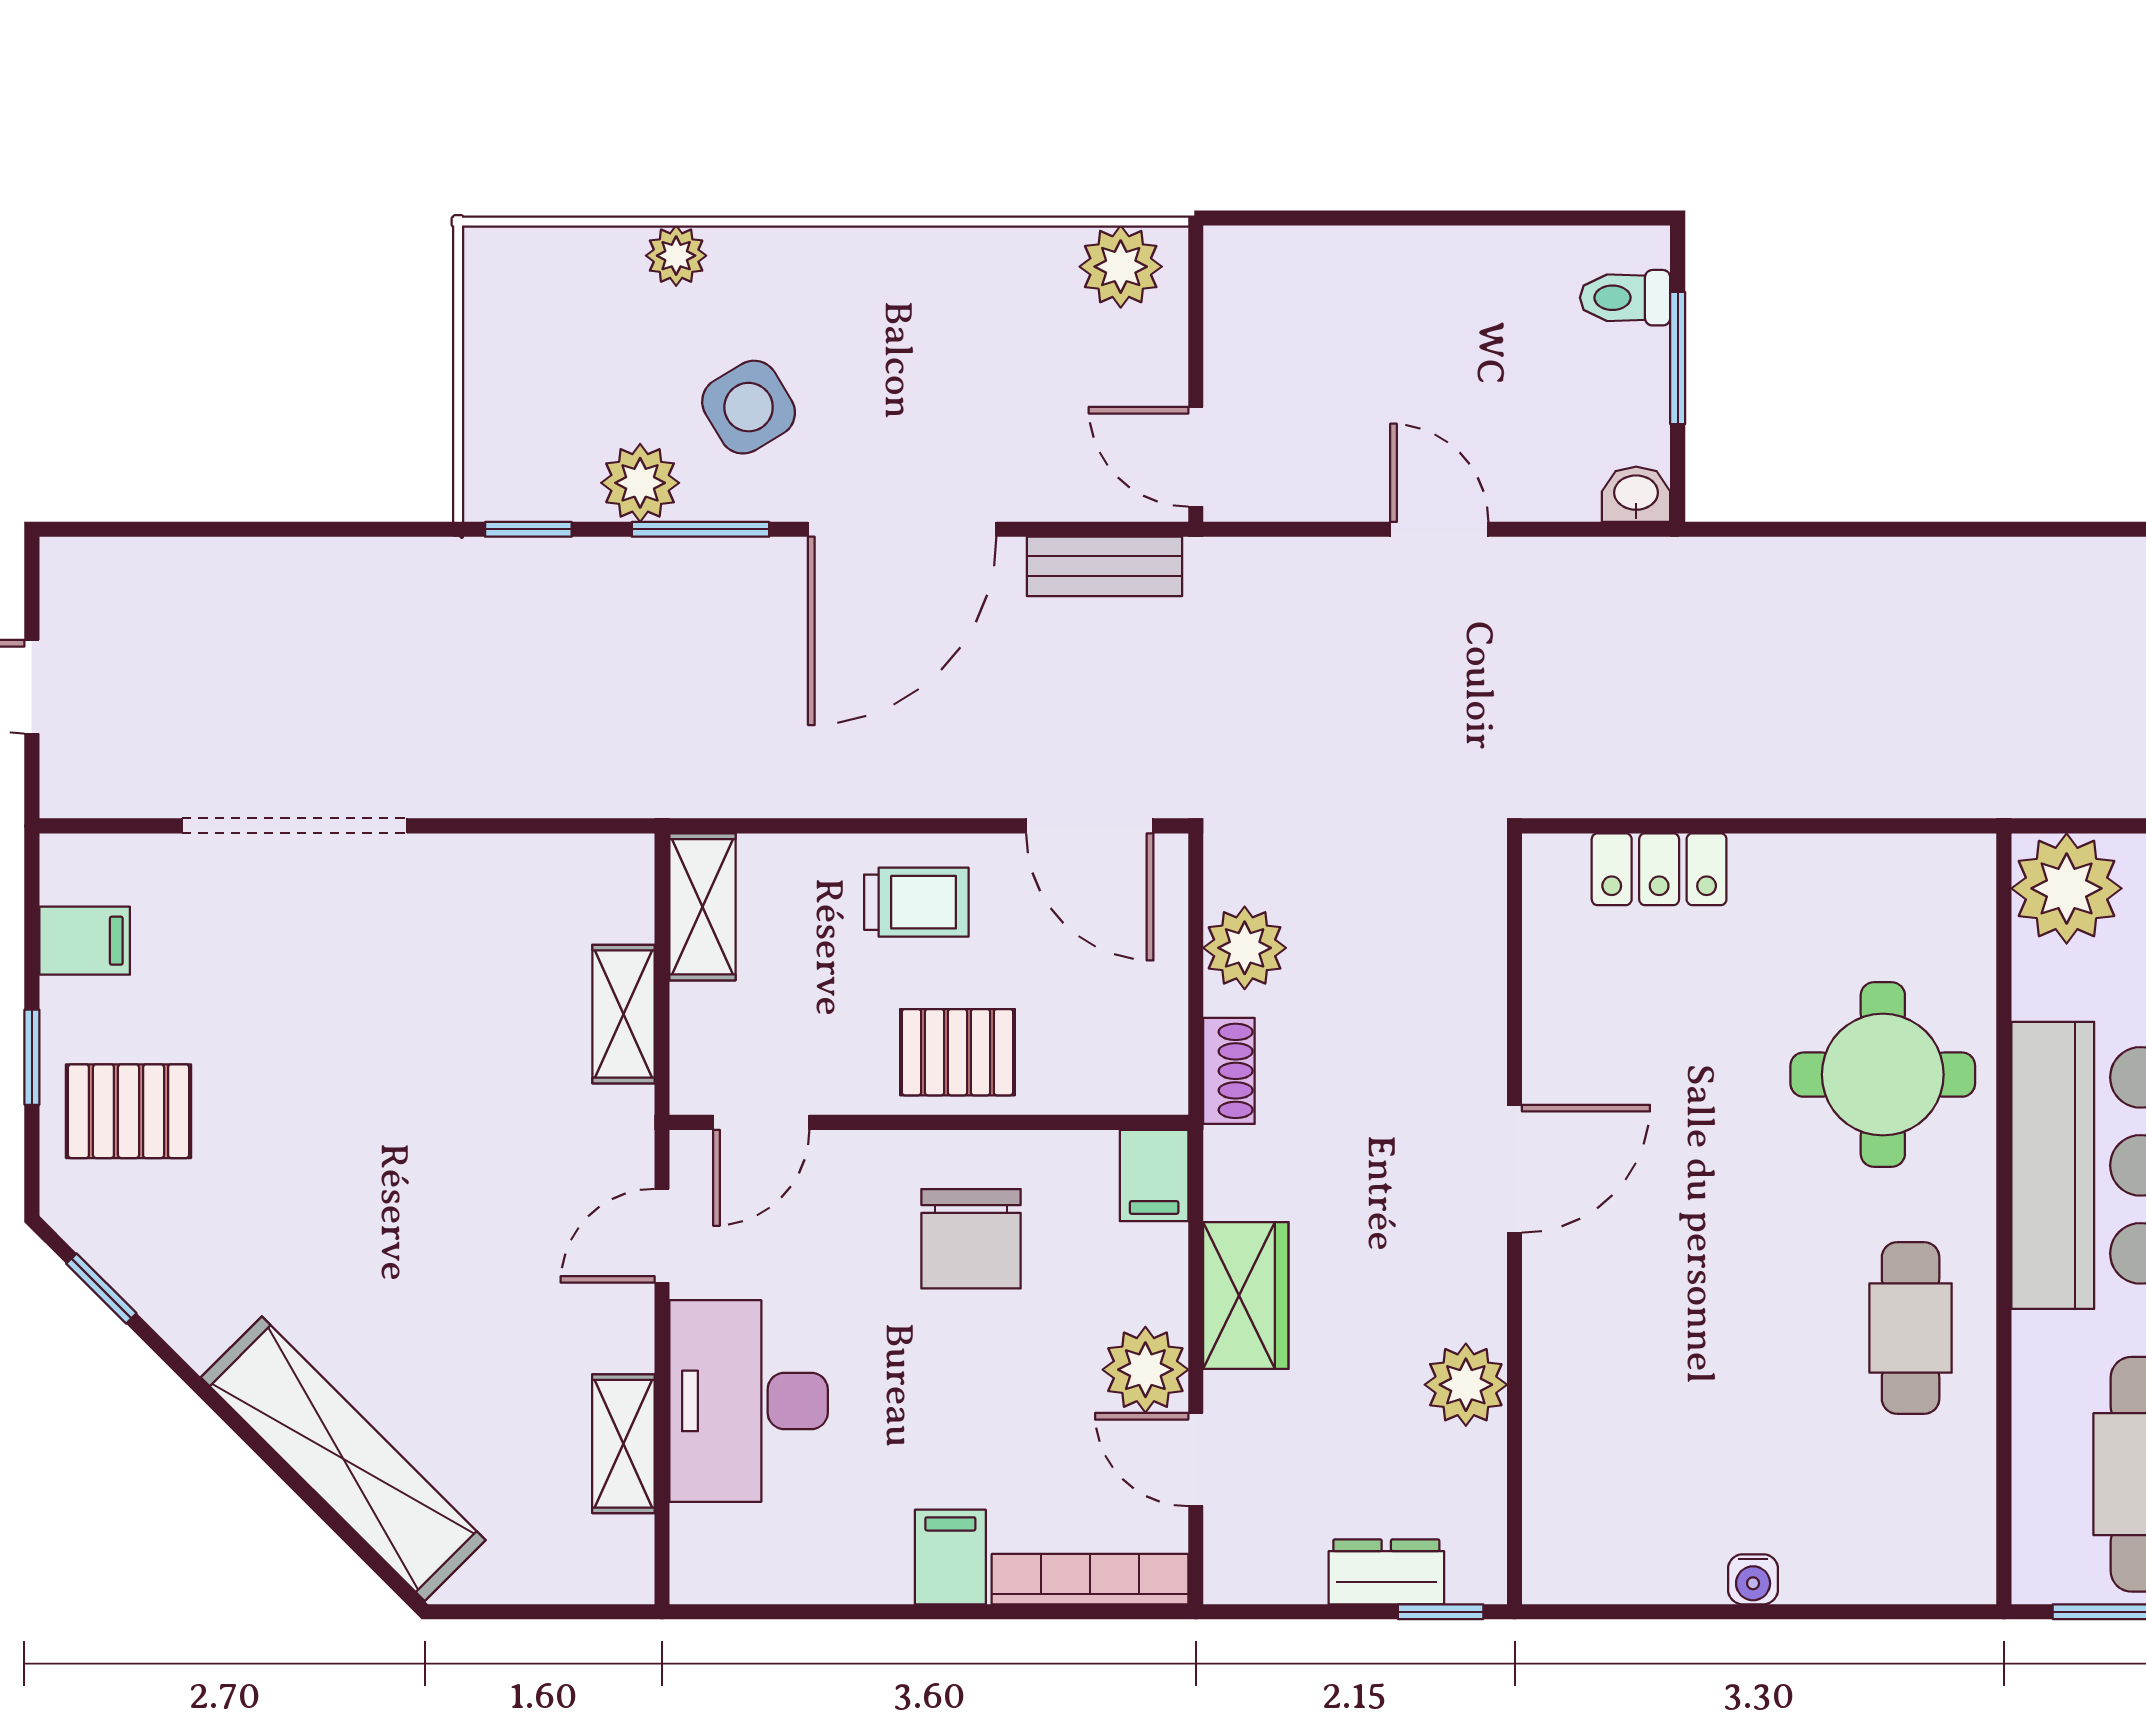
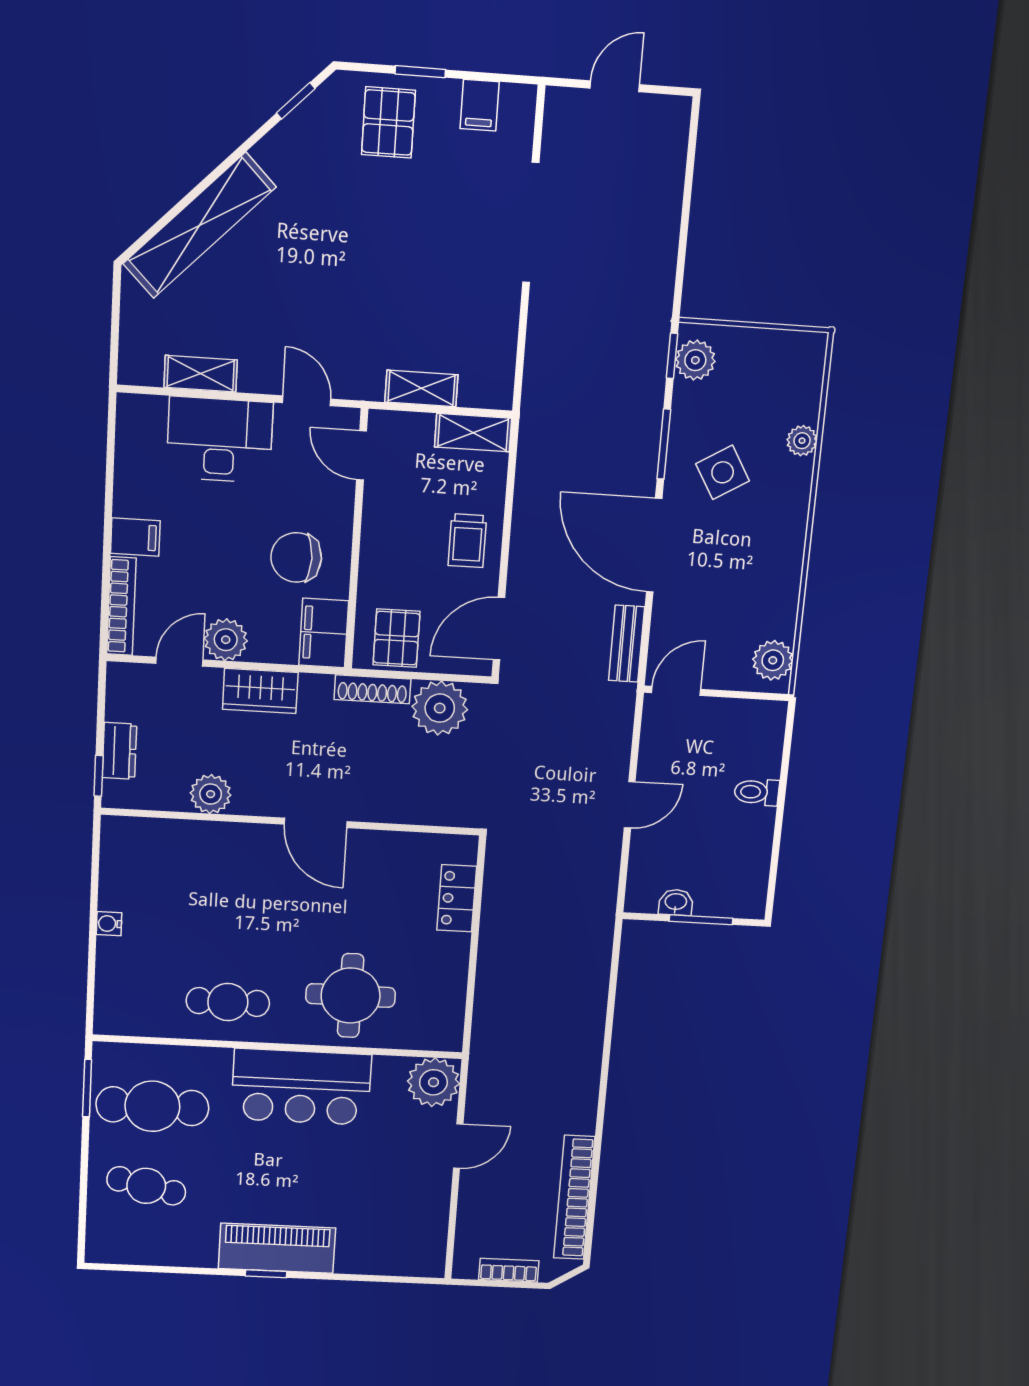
toilet: (1625, 298) -> (757, 792), moved, turned -90
plant: (640, 483) -> (695, 360), moved
washbasin: (1636, 494) -> (676, 902), moved, turned -90
plant: (1245, 948) -> (440, 708), width x1.36, depth x1.36
pallet: (957, 1052) -> (397, 638), moved
shoe rack: (1229, 1071) -> (372, 689), width x1.43
filing cabinet: (1154, 1175) -> (324, 633), width x2.00

